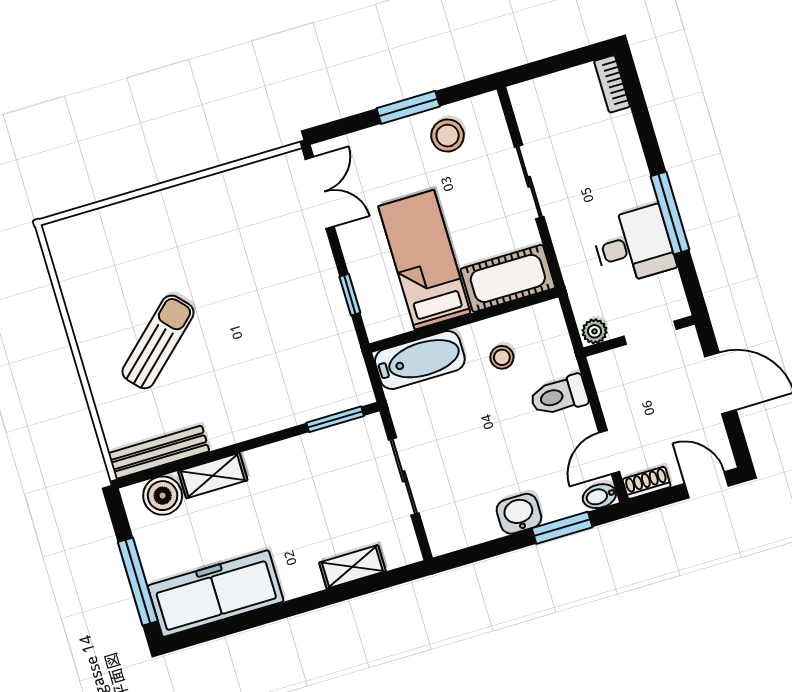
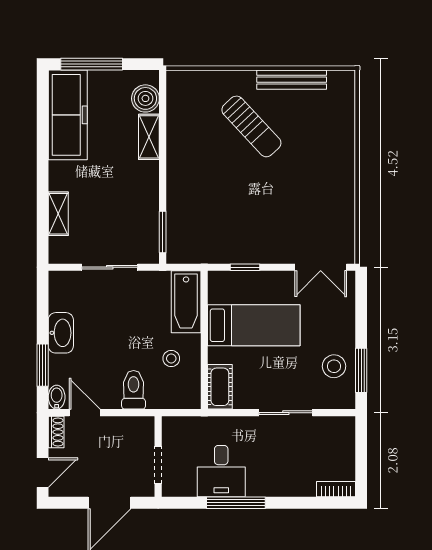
window: (408, 107) -> (361, 370), moved
cot: (508, 278) -> (220, 387), width x0.73, depth x0.75
plant: (595, 331) -> (170, 427), removed
bench: (159, 452) -> (292, 80), moved, turned 90
washbasin: (519, 514) -> (61, 333), width x1.38

